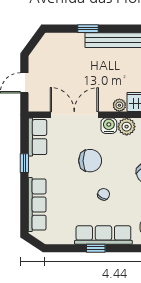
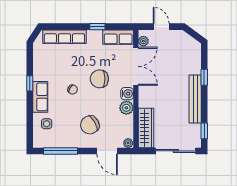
plant: (119, 105) -> (143, 41), moved
chair: (90, 161) -> (99, 79), turned 90
row of seats: (103, 235) -> (40, 97), width x0.68

